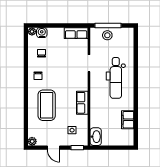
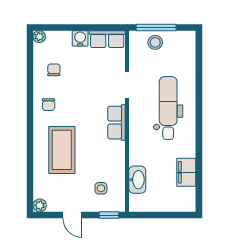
water cooler: (42, 33) -> (80, 38), moved
dental chair: (116, 78) -> (168, 108), turned 180
row of seats: (82, 103) -> (117, 123), moved
washbasin: (96, 137) -> (137, 180), moved

